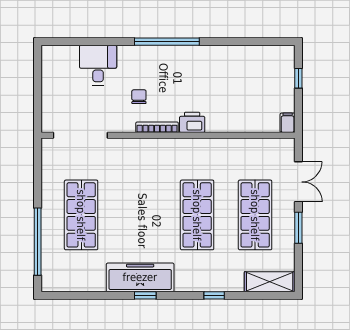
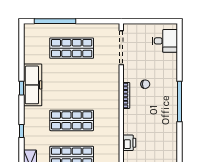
desk: (98, 65) -> (165, 41), moved
printer: (192, 122) -> (129, 143), moved

